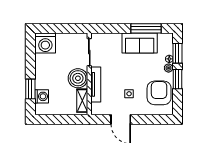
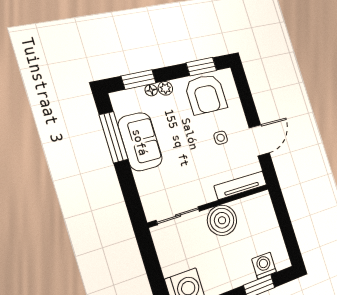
window: (177, 79) -> (201, 67), moved
tv unit: (96, 84) -> (241, 185), moved
armchair: (159, 93) -> (206, 94), turned -90
shelving: (82, 101) -> (251, 203), removed

